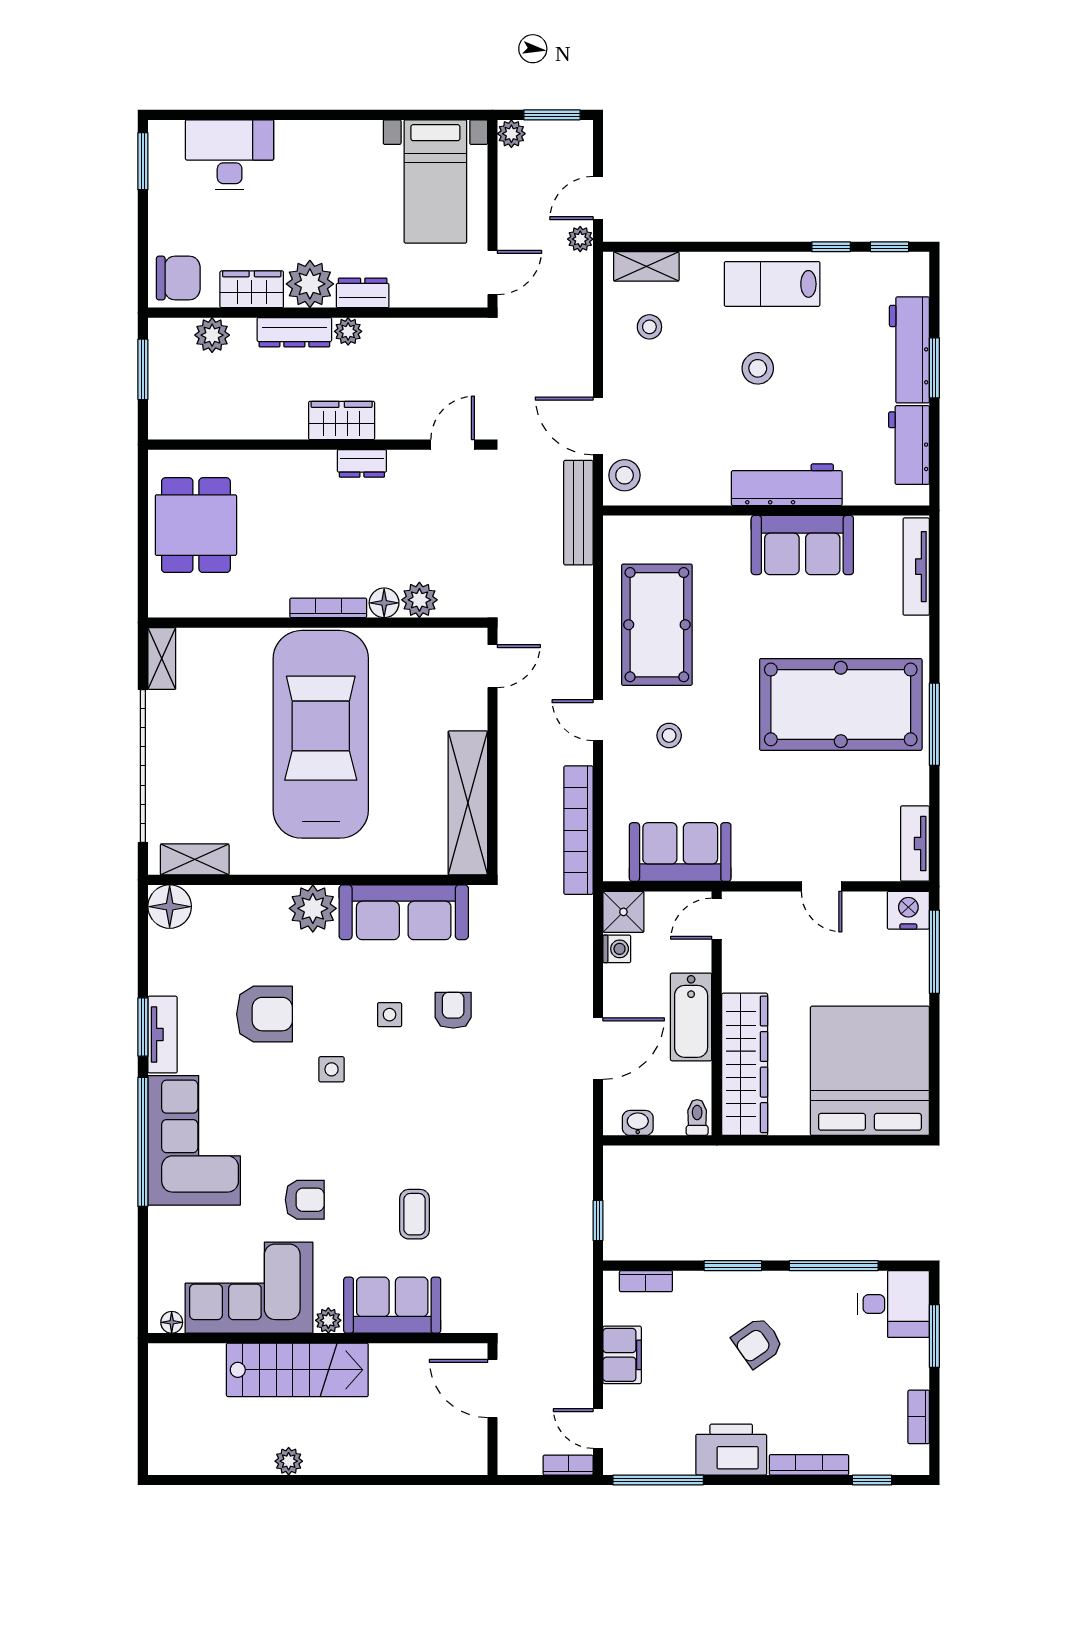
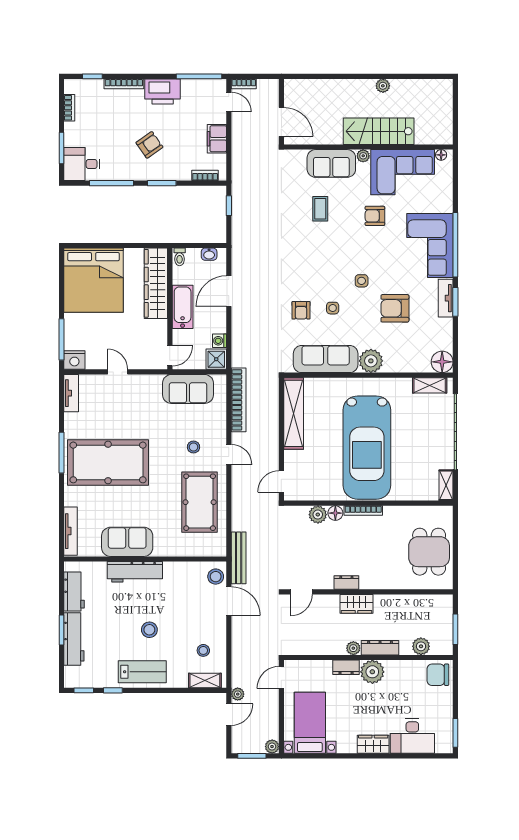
wardrobe: (252, 289) -> (373, 744), moved, turned 180

